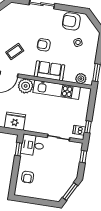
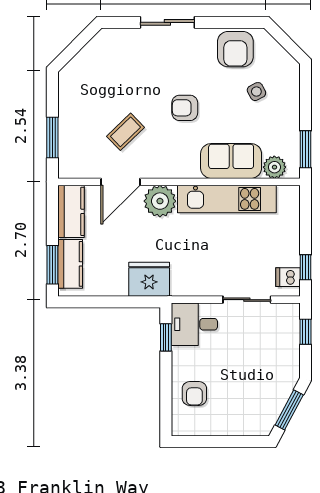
armchair: (71, 21) -> (235, 49), turned -90
sofa: (50, 71) -> (231, 161), moved

